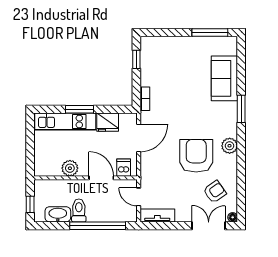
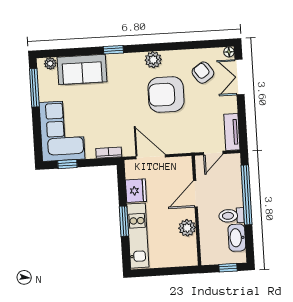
plant: (232, 49) -> (50, 63), added
corner sofa: (168, 56) -> (62, 131), added
window: (241, 109) -> (113, 50), width x0.67
dishwasher: (124, 168) -> (183, 171), removed

